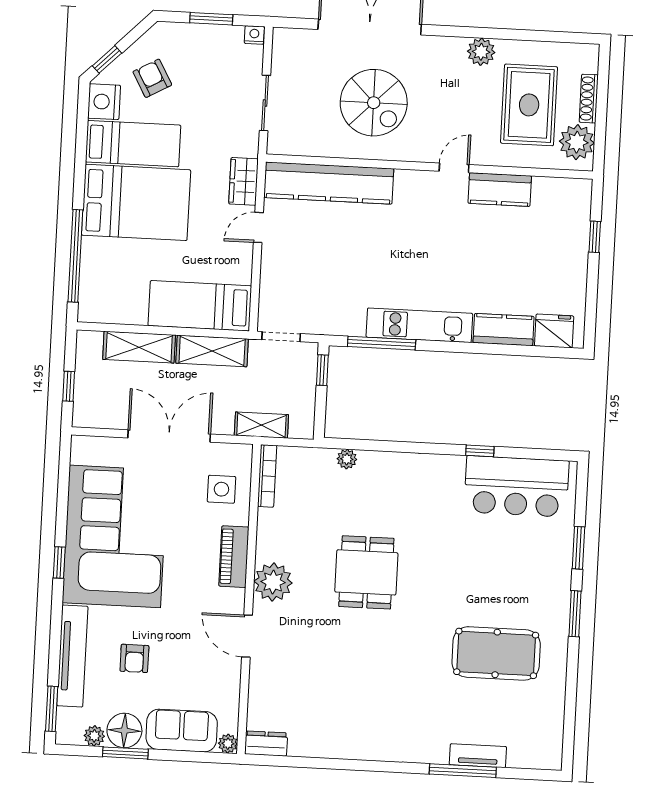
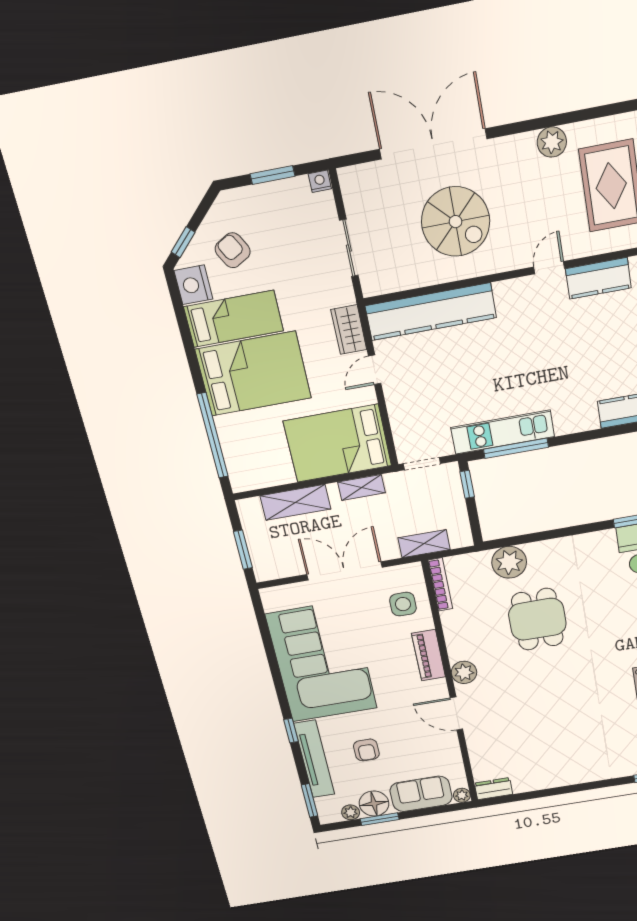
bed: (200, 306) -> (338, 443), width x1.50
kitchen unit: (419, 325) -> (503, 432), moved
shelving: (212, 351) -> (362, 487), width x0.67, depth x0.75
window: (69, 386) -> (243, 550), width x1.50
plant: (347, 459) -> (509, 562), width x1.87, depth x1.87
window: (59, 562) -> (291, 730), moved
dining table: (366, 572) -> (537, 619), moved
plant: (273, 582) -> (464, 672), width x0.73, depth x0.73

